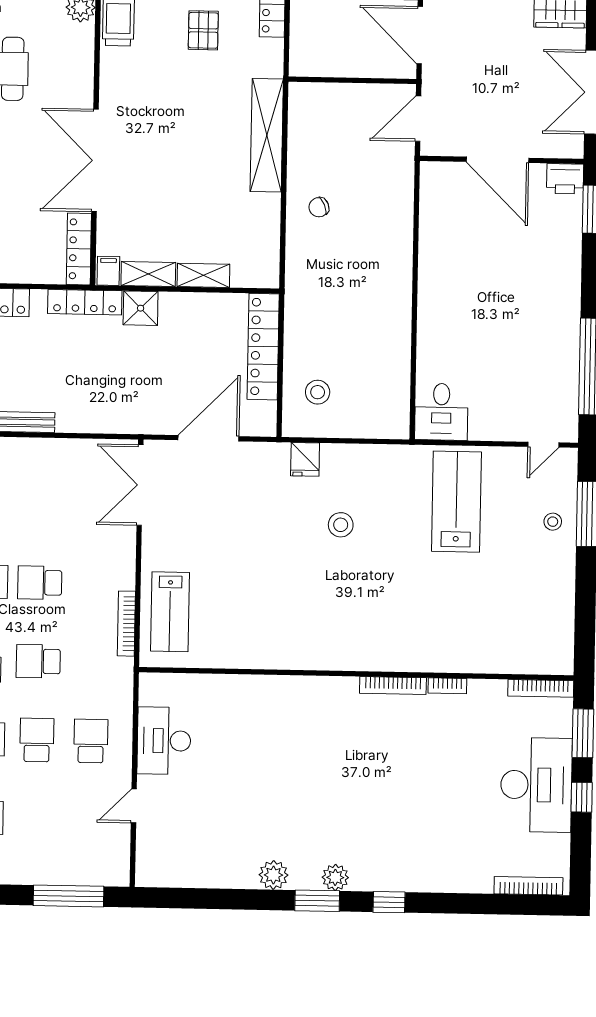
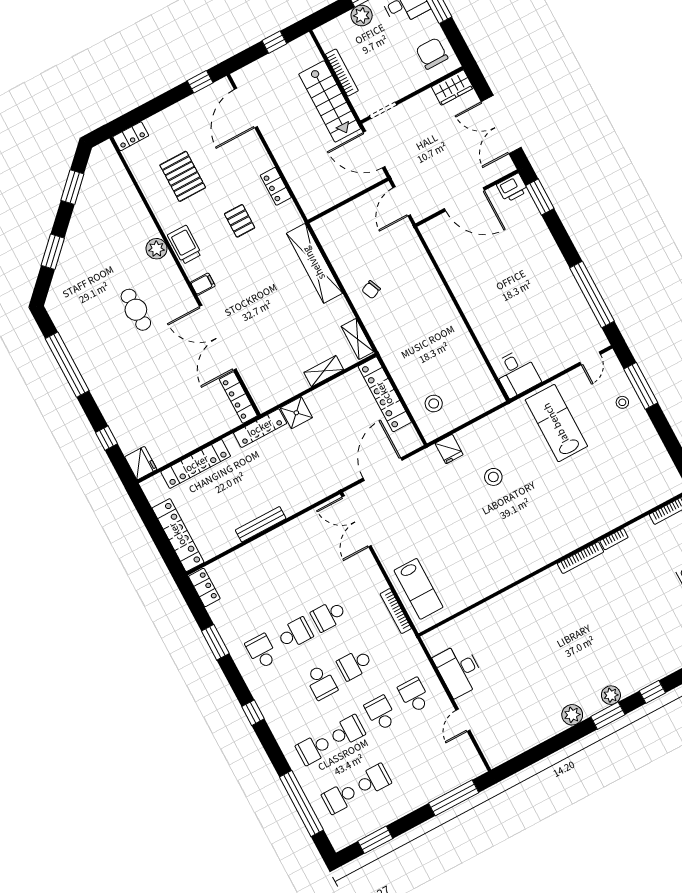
filing cabinet: (108, 271) -> (203, 284), moved, turned 90
shelving: (148, 274) -> (357, 339), moved, turned 90

